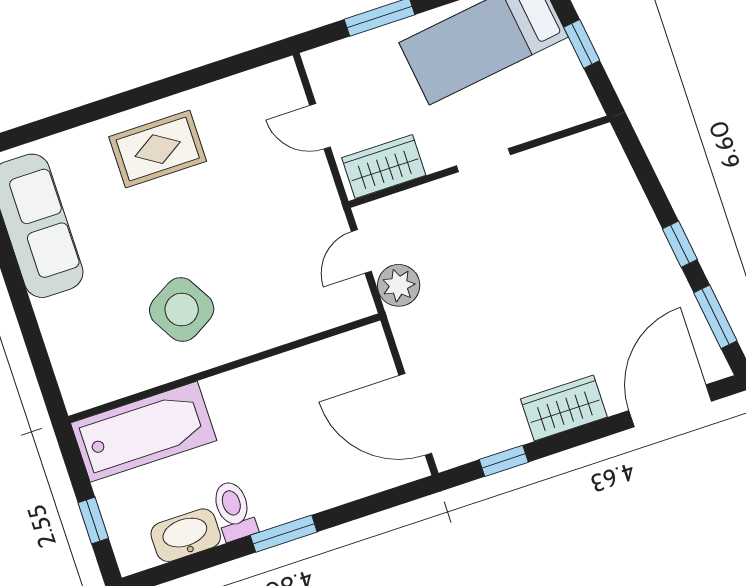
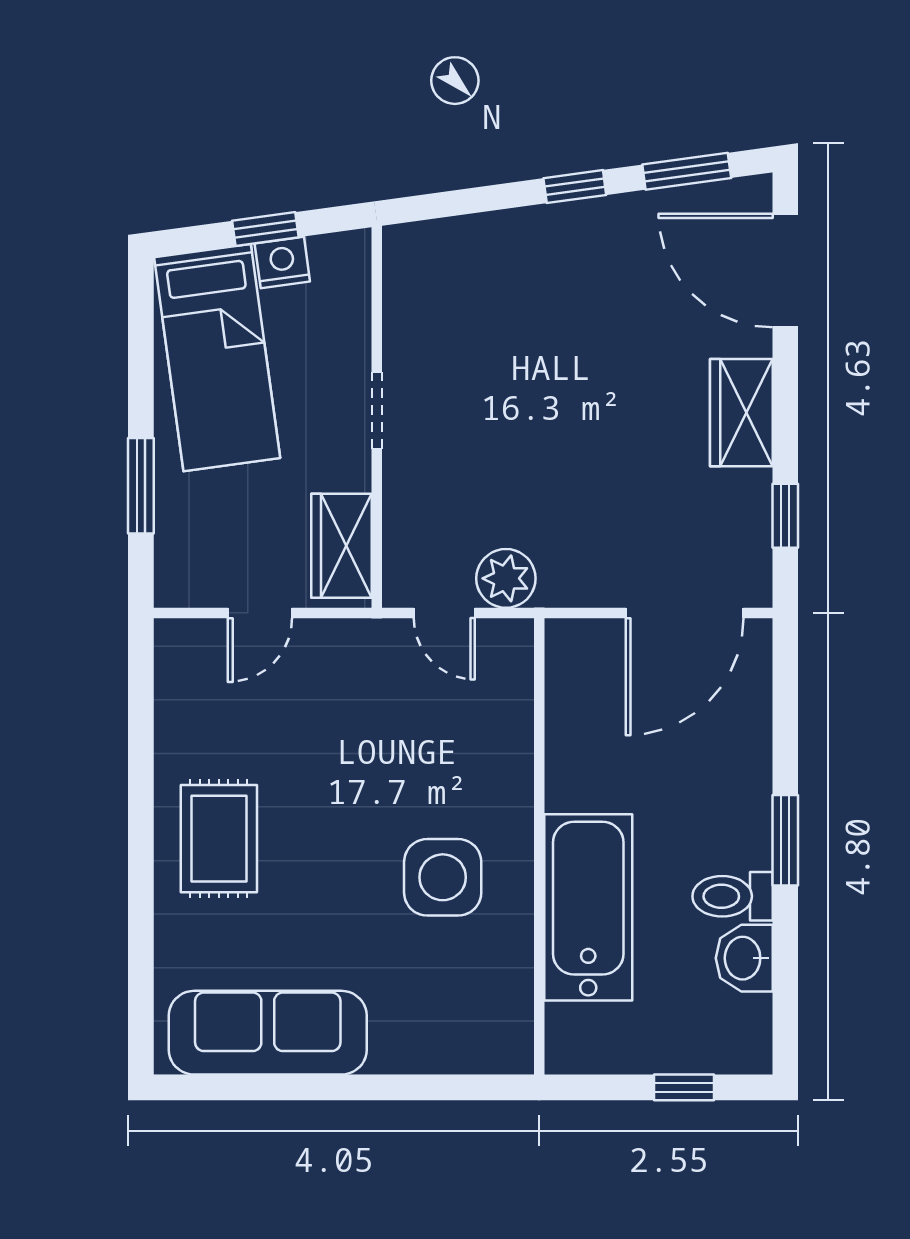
nightstand: (563, 63) -> (282, 262), added
side table: (182, 310) -> (443, 877), turned 30
bathtub: (144, 432) -> (588, 907), moved
washbasin: (186, 535) -> (744, 958), width x0.72

